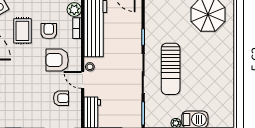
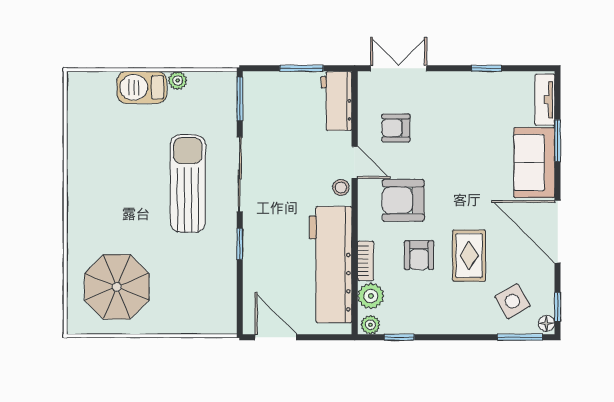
armchair: (57, 60) -> (403, 200), turned 180

